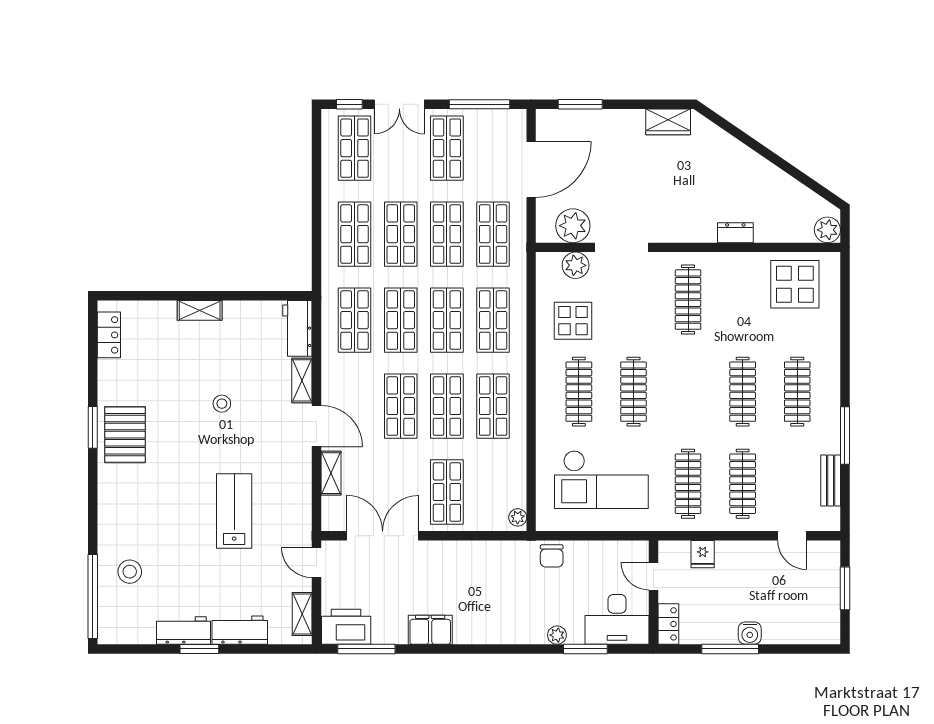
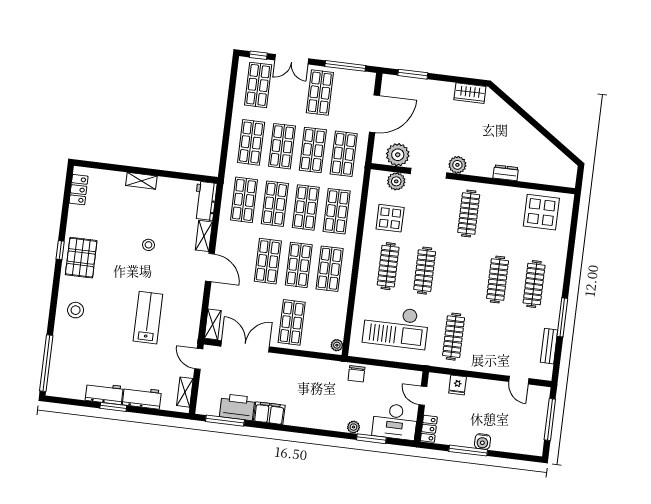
plant: (827, 230) -> (457, 165), moved
window: (93, 427) -> (60, 250), width x0.67
shelving: (331, 473) -> (213, 324), moved
clothes rail: (743, 484) -> (490, 341), removed
stool: (130, 572) -> (76, 310), moved
window: (845, 588) -> (550, 419), width x1.44
printer: (346, 627) -> (237, 407), moved

